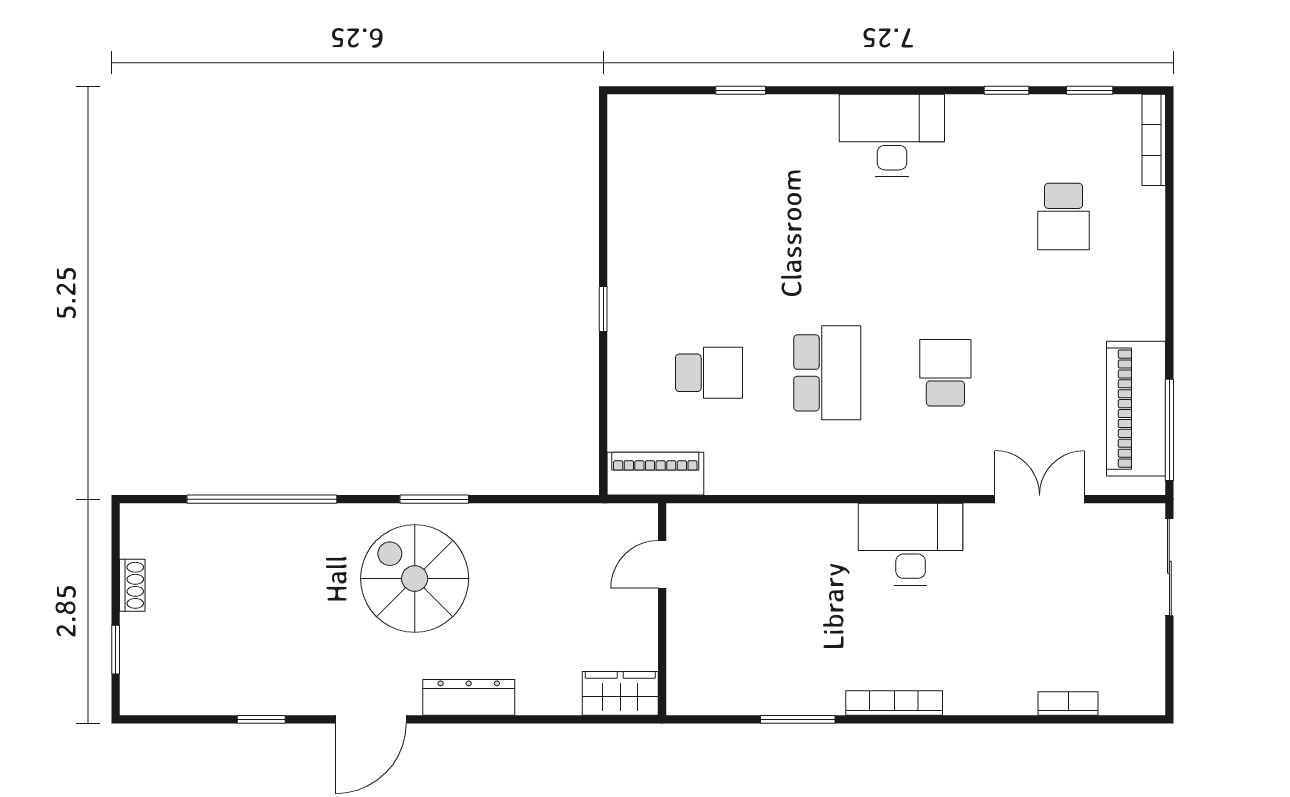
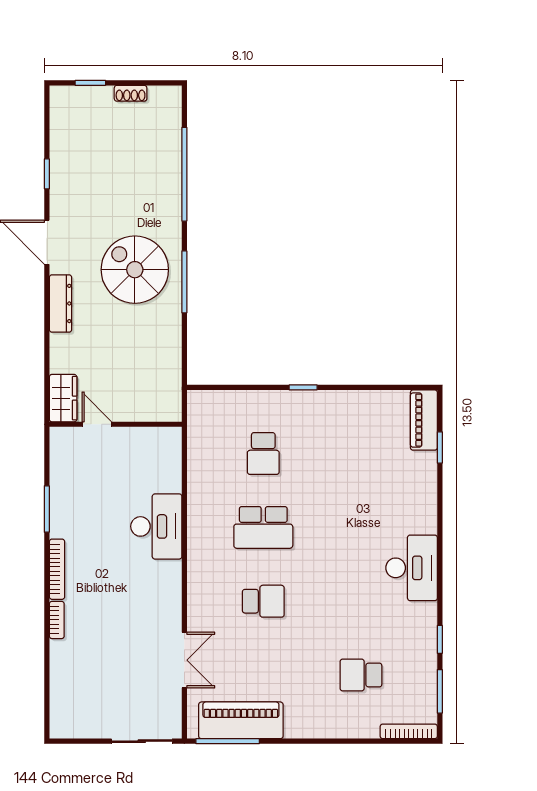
window: (741, 90) -> (440, 447), moved
window: (1090, 90) -> (440, 691), width x1.50
piano: (655, 474) -> (424, 420), moved, turned 180
window: (434, 499) -> (184, 282), width x1.44
desk: (911, 544) -> (156, 526), moved
door: (662, 564) -> (97, 424), moved
spiral stairs: (415, 579) -> (135, 270), turned -90
bookcase: (1068, 703) -> (57, 620), moved

